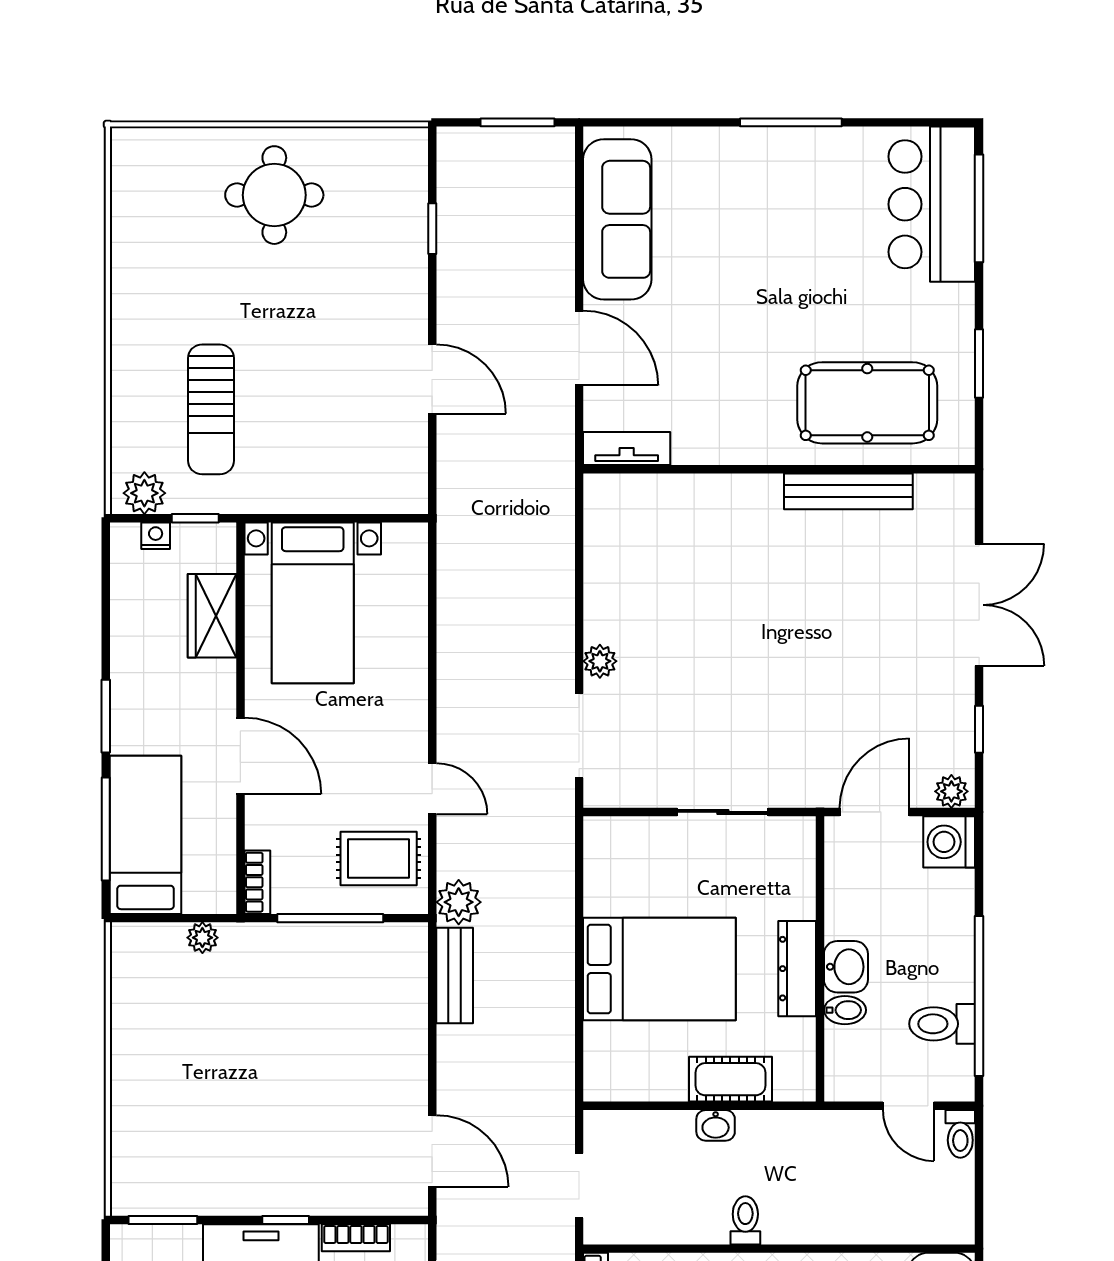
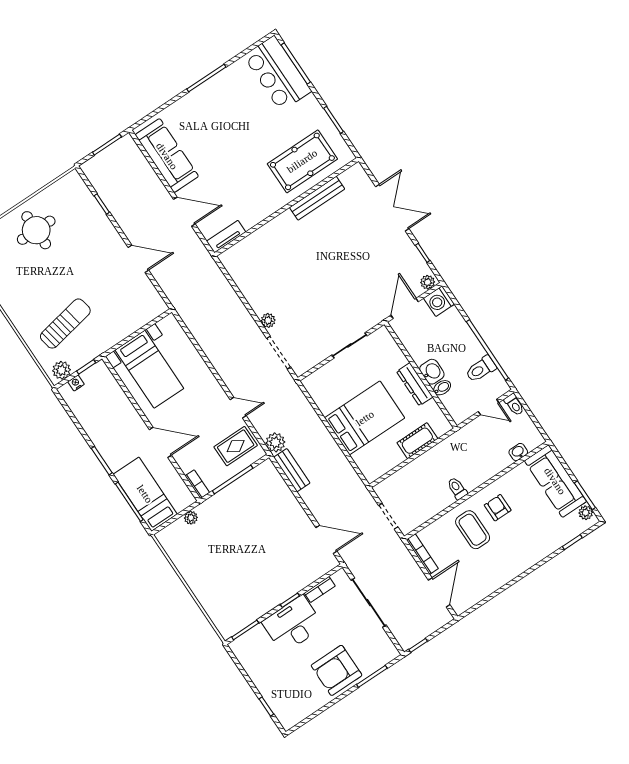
sun lounger: (211, 409) -> (65, 324), turned -101
wardrobe: (212, 616) -> (116, 398), removed
washbasin: (716, 1125) -> (518, 452), moved, turned 180

